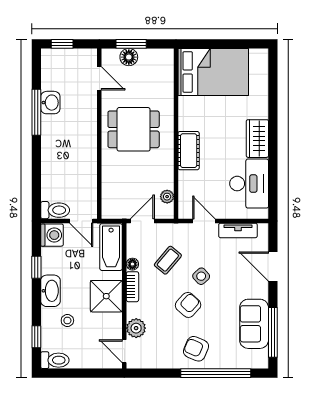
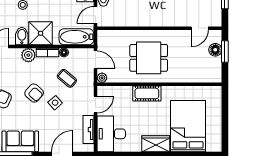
bed: (213, 72) -> (188, 126), moved, turned 180
dining table: (134, 129) -> (149, 58), moved, turned 90
desk: (249, 184) -> (111, 134), moved, turned 90
plant: (167, 197) -> (102, 78), moved
bidet: (110, 322) -> (22, 36), added
plant: (136, 328) -> (28, 55), moved

